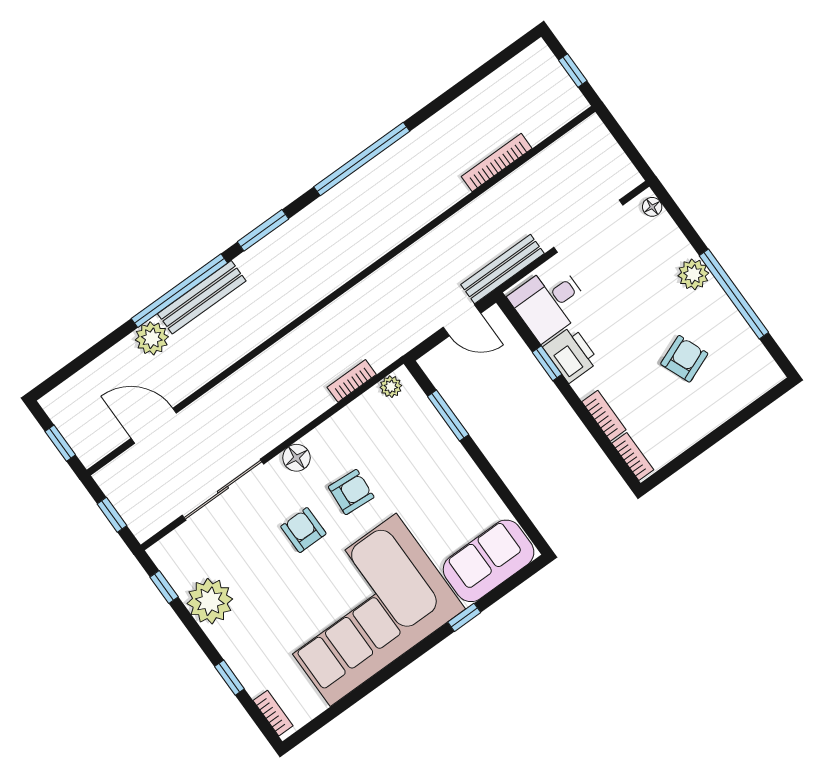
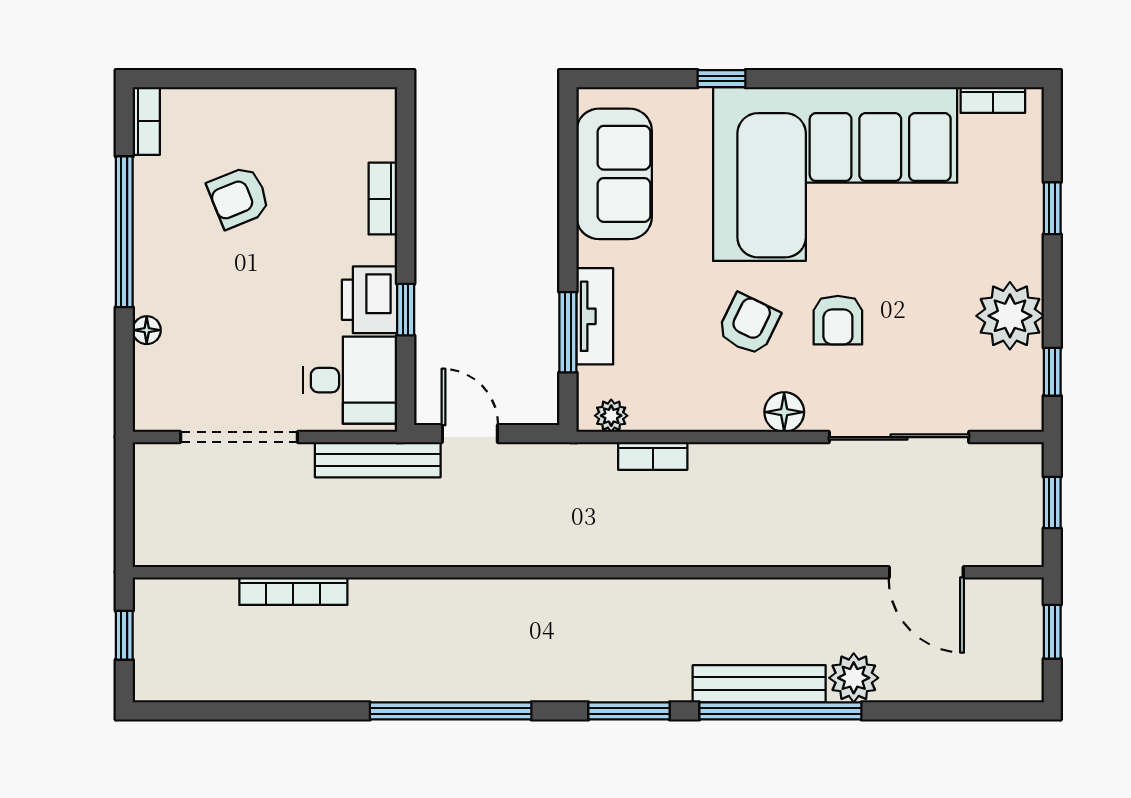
floor lamp: (652, 207) -> (147, 330), moved
plant: (693, 274) -> (156, 290), removed
tv unit: (440, 435) -> (595, 316), added
bookcase: (633, 456) -> (146, 121), moved, turned 180
armchair: (351, 492) -> (749, 324), turned 112
sofa: (489, 561) -> (614, 174), moved, turned -90
bookcase: (273, 713) -> (993, 100), moved, turned -90

